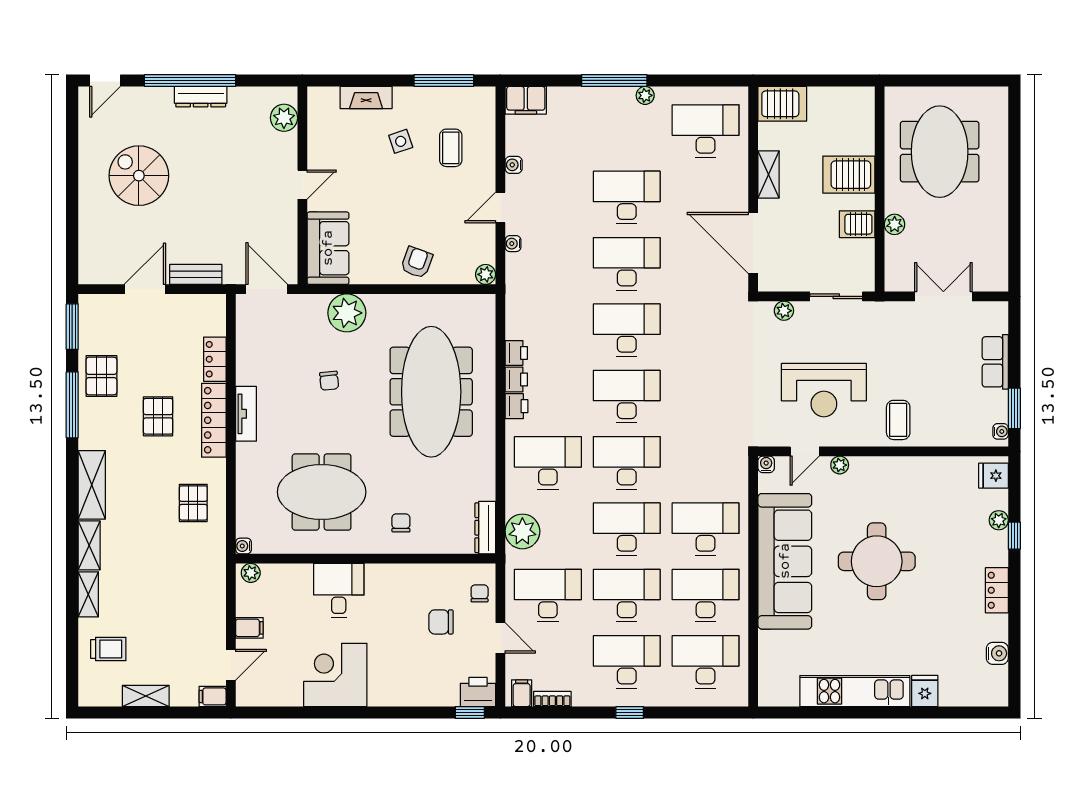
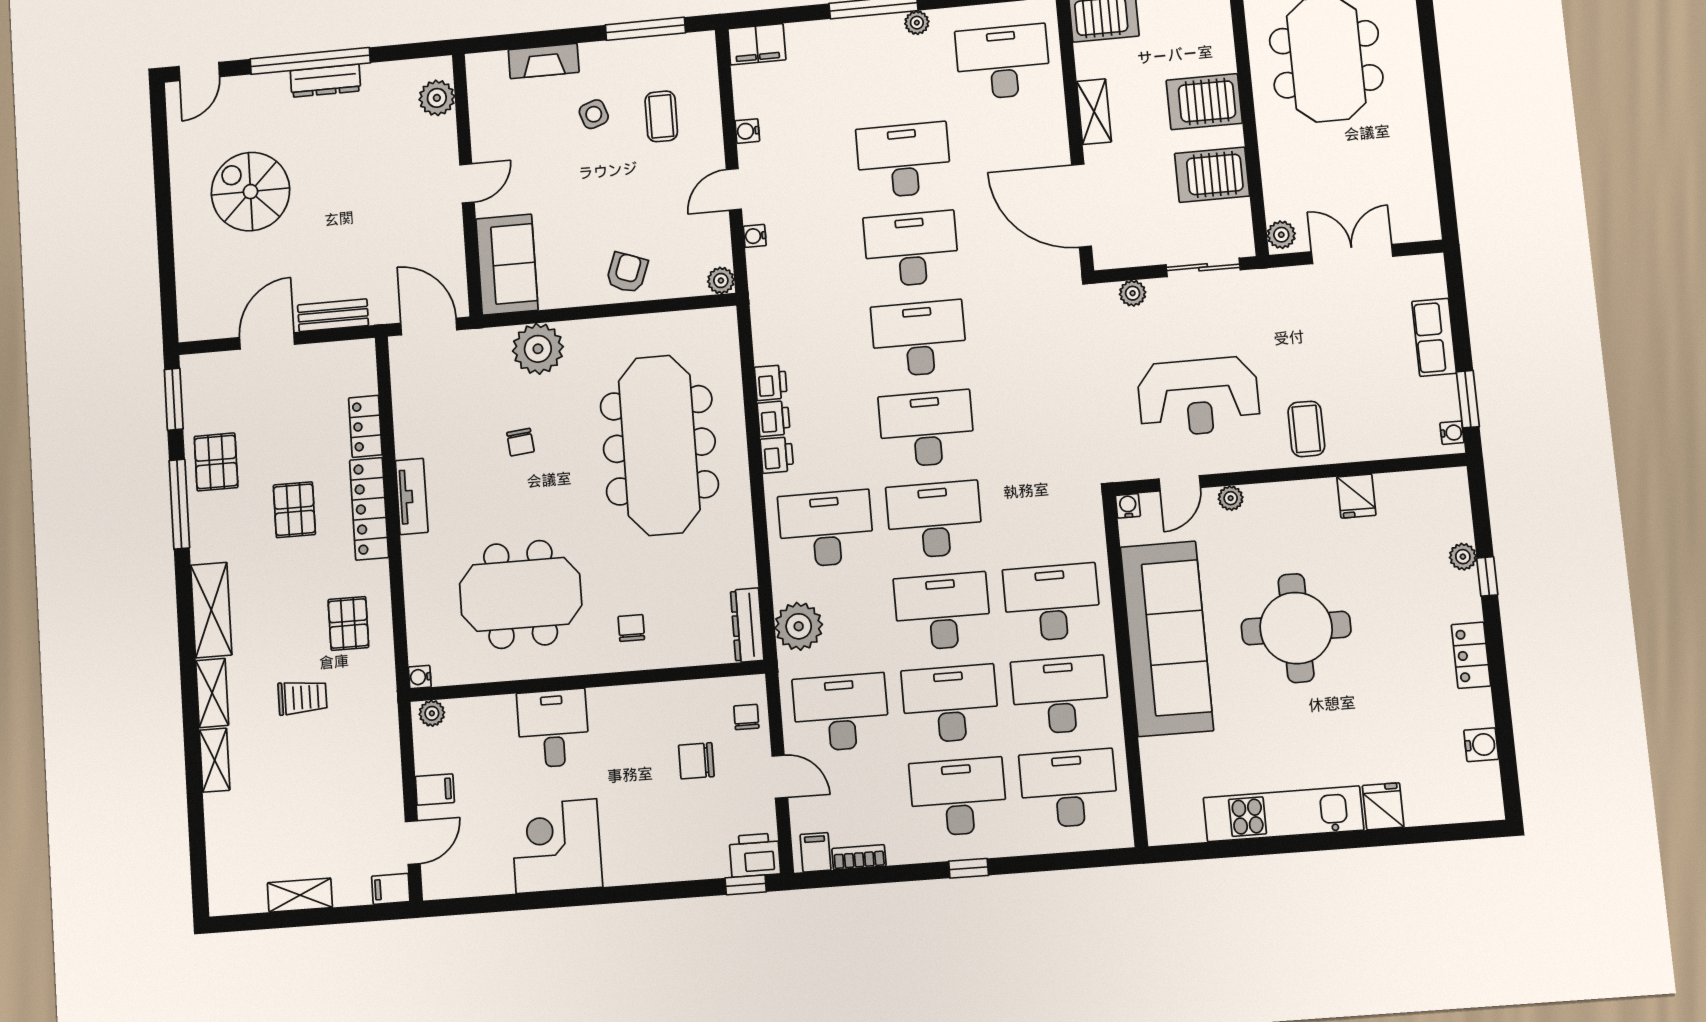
server rack: (857, 224) -> (1212, 175), width x1.36, depth x1.44
plant: (895, 224) -> (1281, 235), moved
fridge: (993, 476) -> (1356, 496), moved, turned -90
trolley: (108, 649) -> (302, 697), moved

